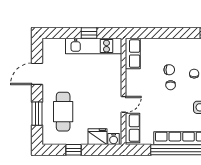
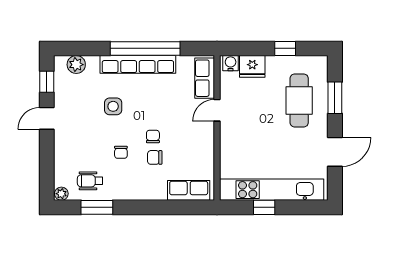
kitchen unit: (94, 46) -> (272, 190), width x1.36
row of seats: (133, 54) -> (189, 190), moved, turned 90

